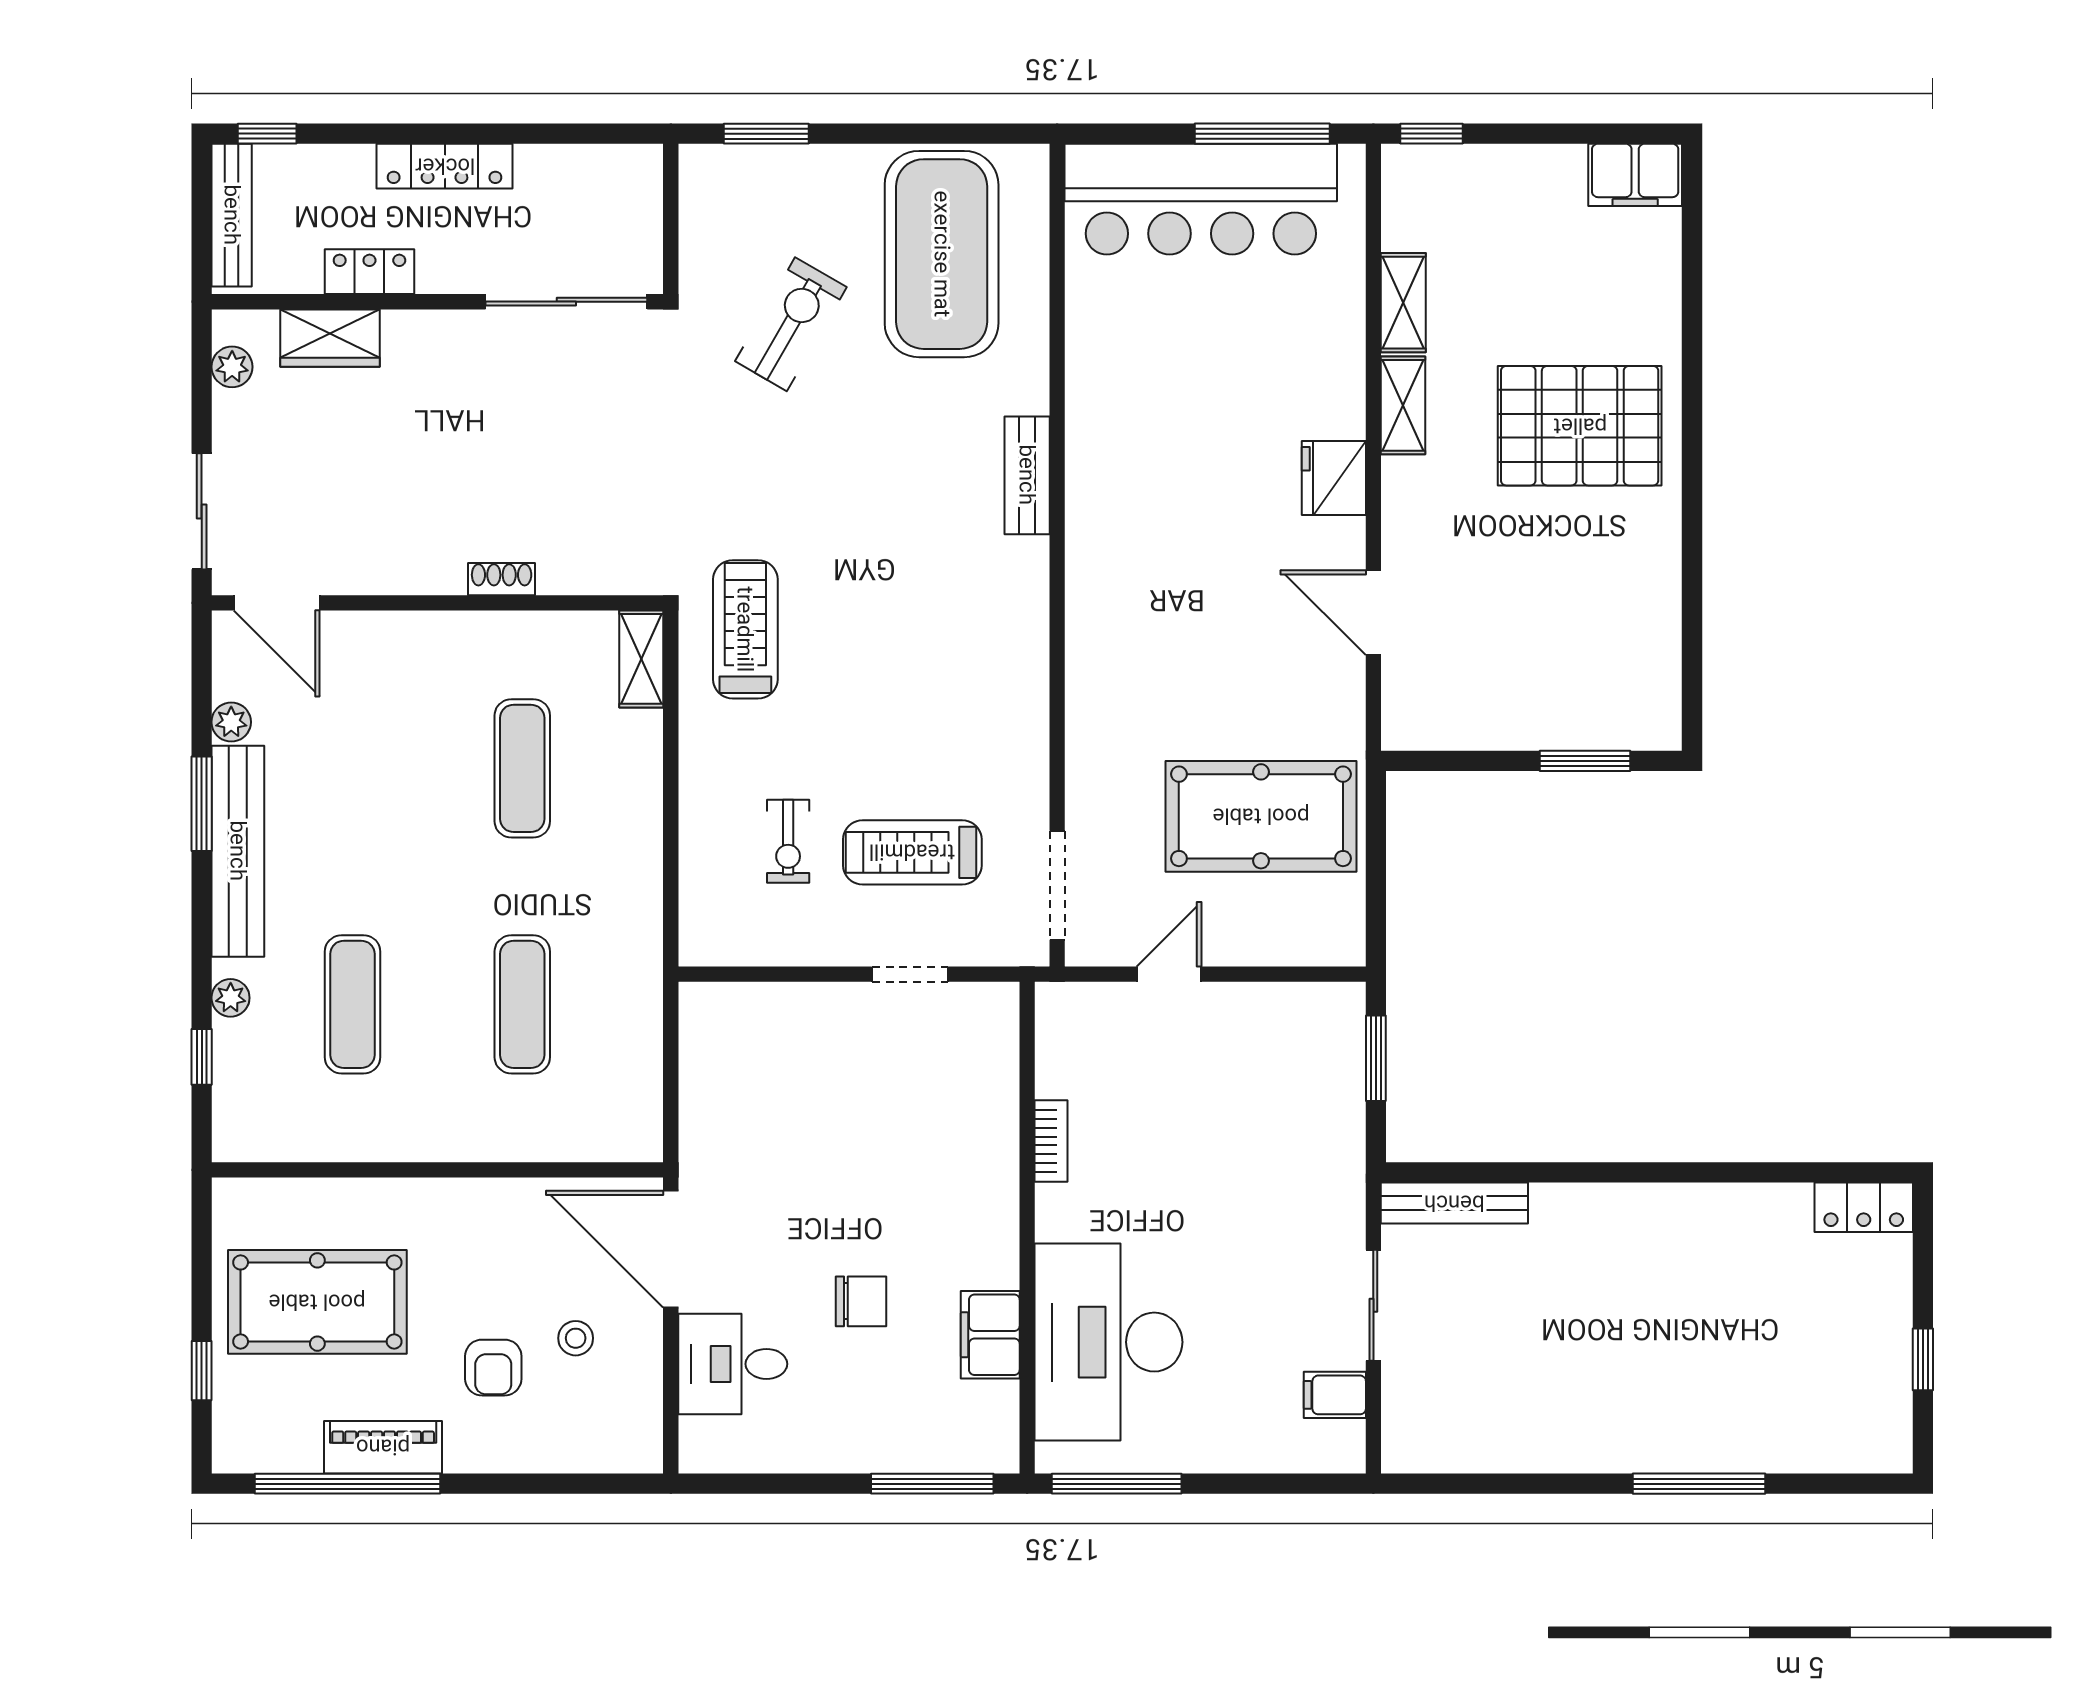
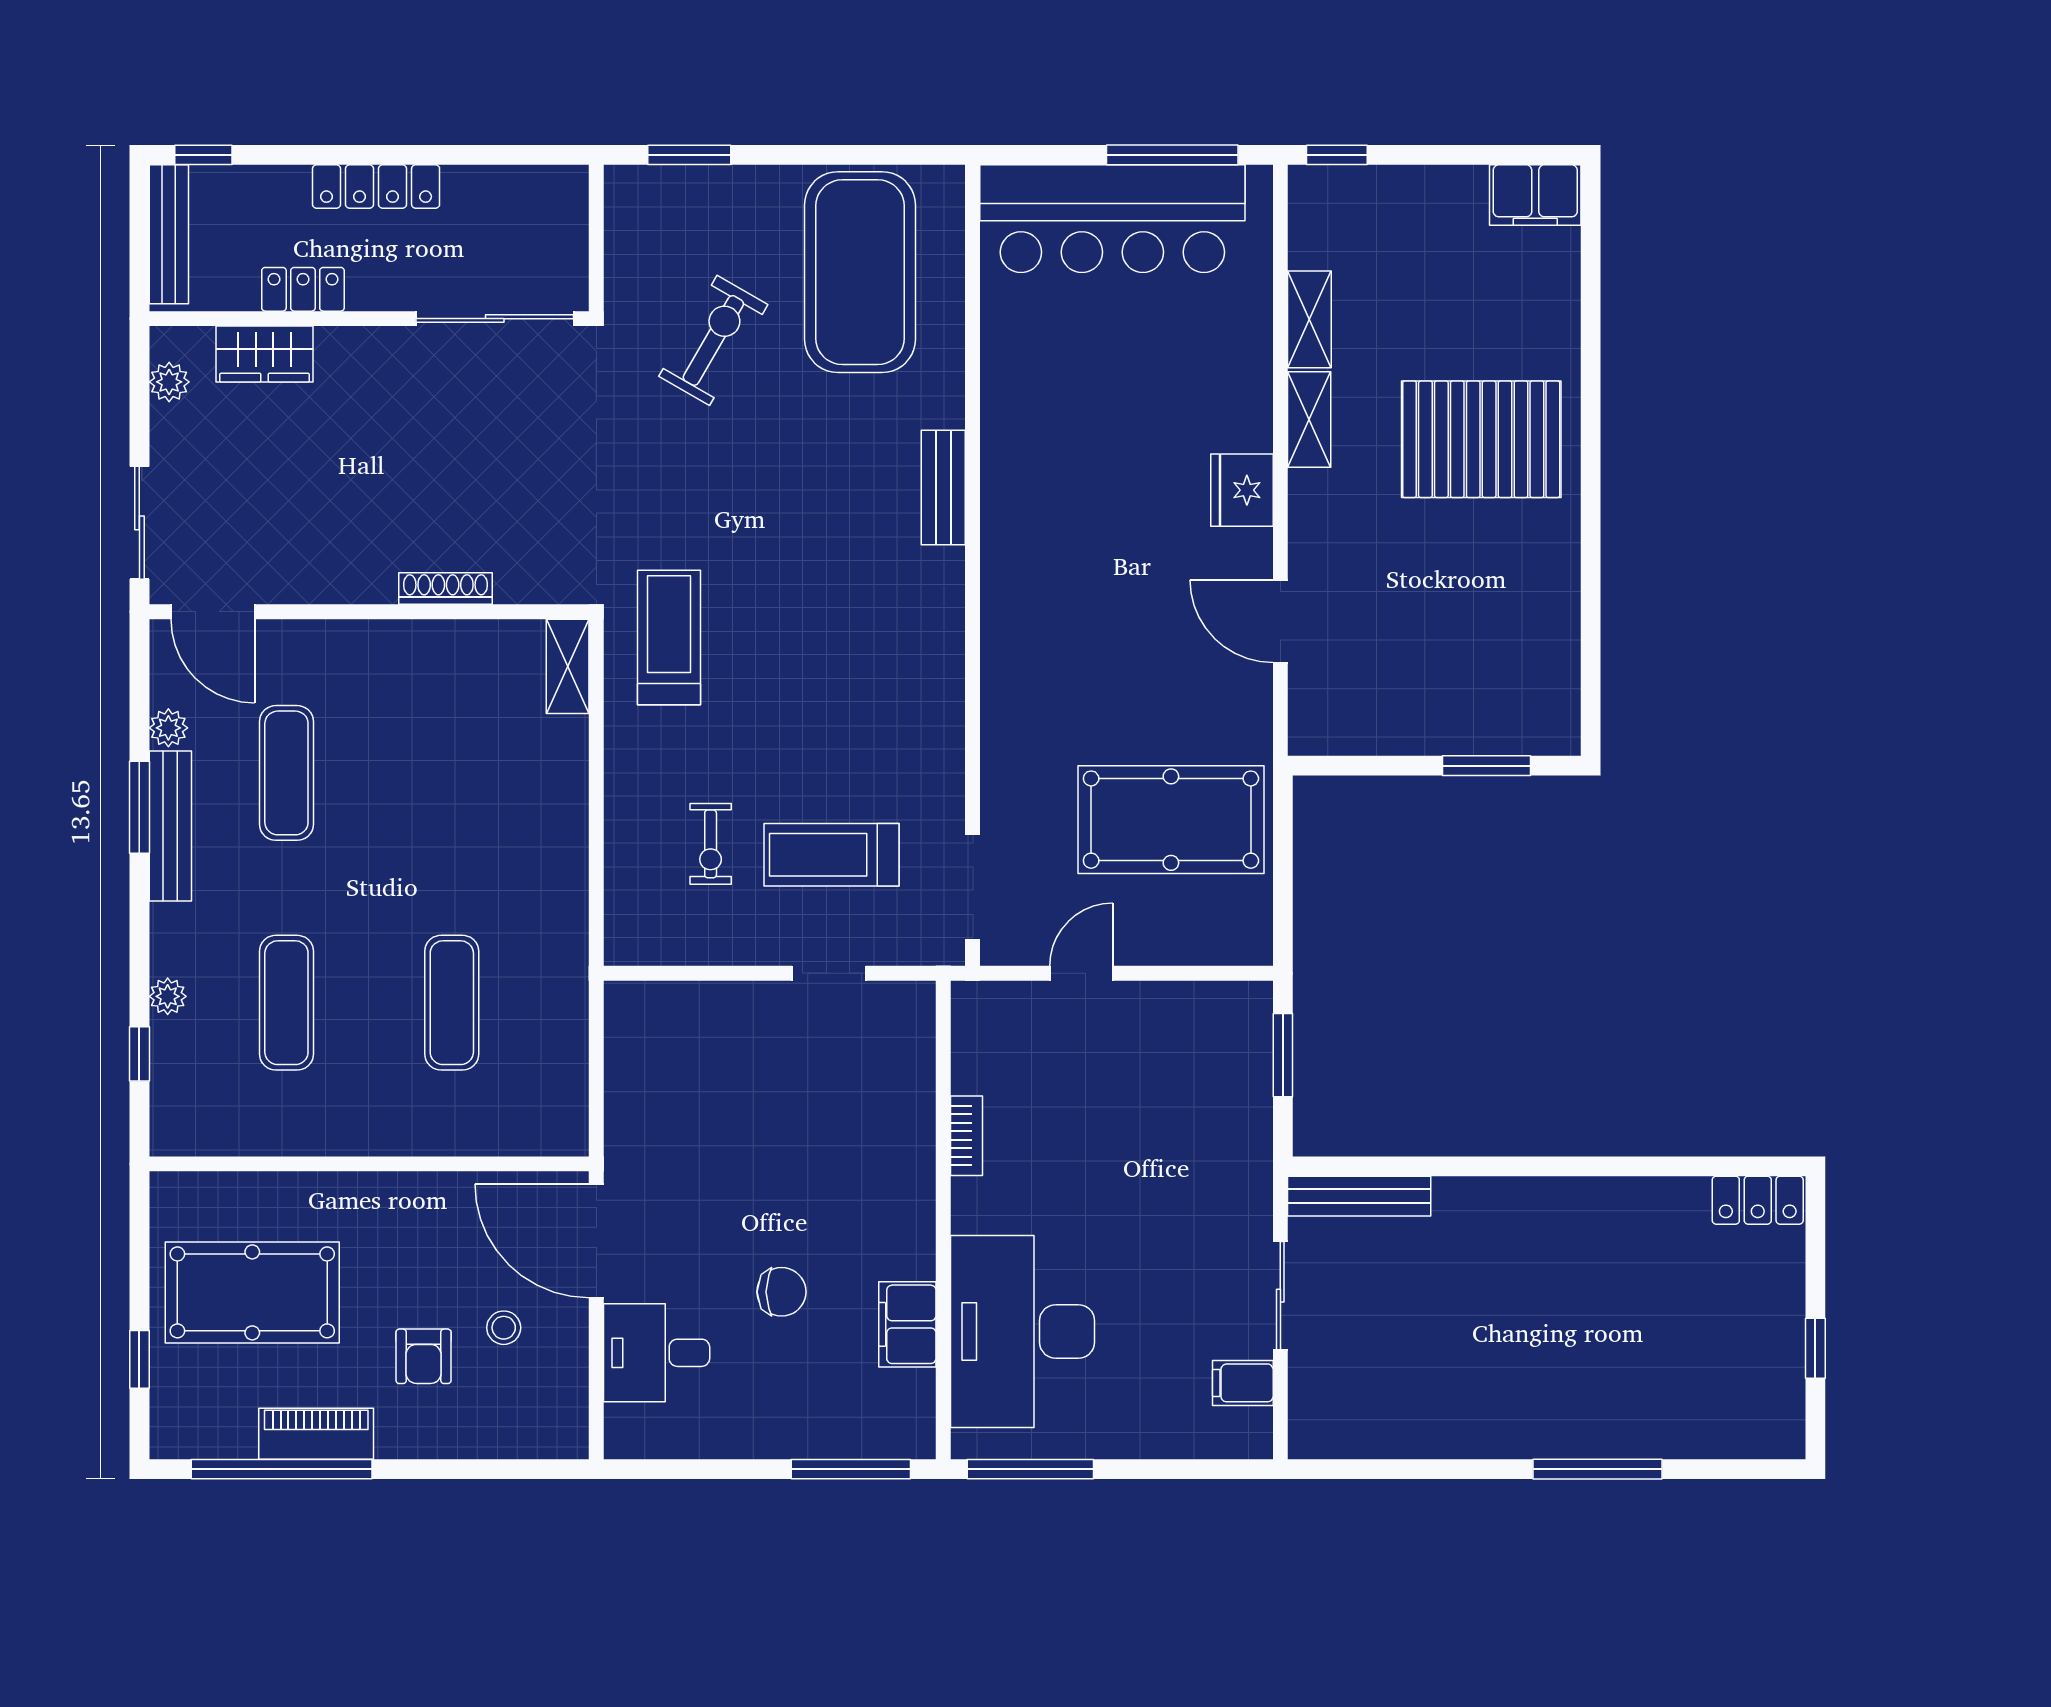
shoe rack: (502, 579) -> (446, 589), width x1.43
exercise mat: (522, 768) -> (286, 773), moved
bench: (238, 851) -> (170, 826), width x0.73, depth x0.82

